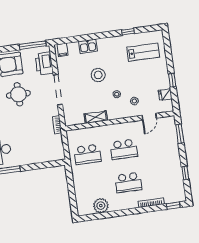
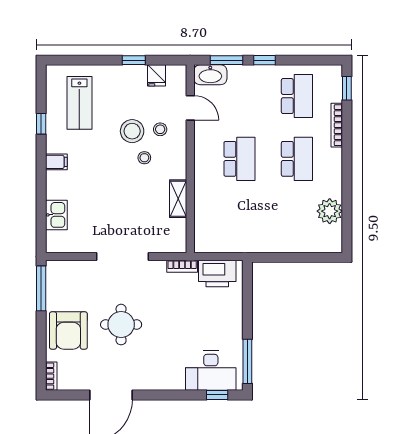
kitchen sink: (88, 46) -> (56, 215), moved
filing cabinet: (62, 50) -> (56, 162), moved
lab bench: (143, 52) -> (79, 103), turned 180
printer: (44, 64) -> (217, 274), moved
stool: (98, 75) -> (132, 131), moved
washbasin: (170, 126) -> (210, 75), added
school desk: (87, 154) -> (297, 96), moved
window: (185, 173) -> (265, 60), moved

